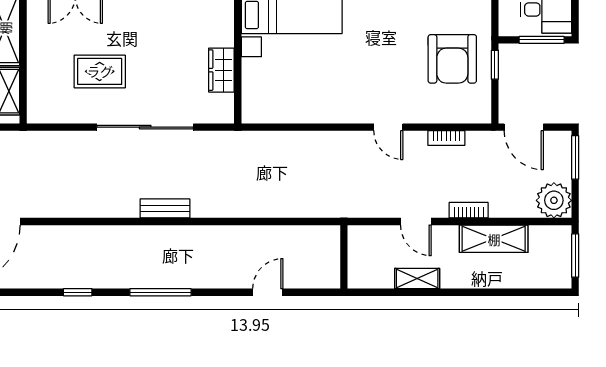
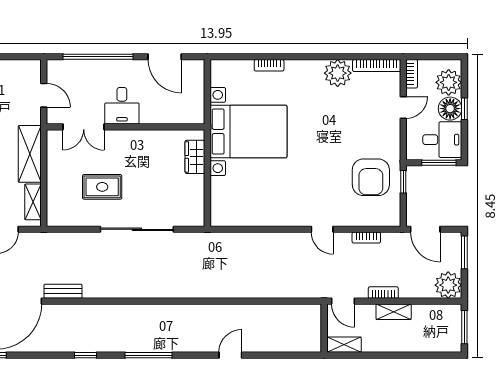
wardrobe: (221, 70) -> (195, 157), moved
bench: (165, 208) -> (63, 291), moved
shelving: (494, 239) -> (394, 312), width x0.67, depth x0.75
wall: (344, 257) -> (324, 328), moved

